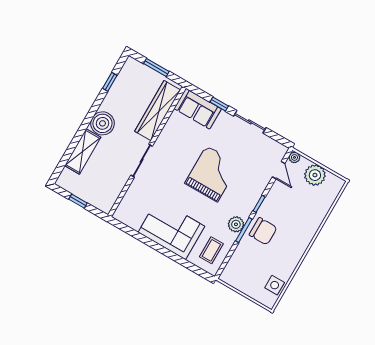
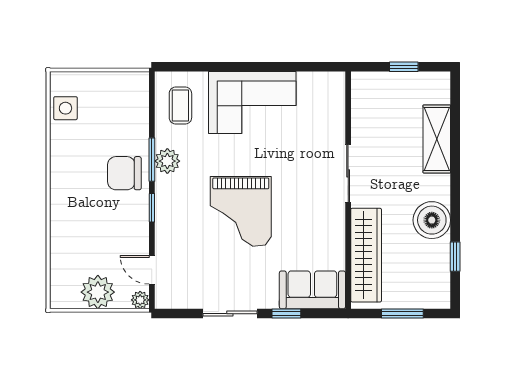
boiler: (103, 123) -> (432, 220), moved

